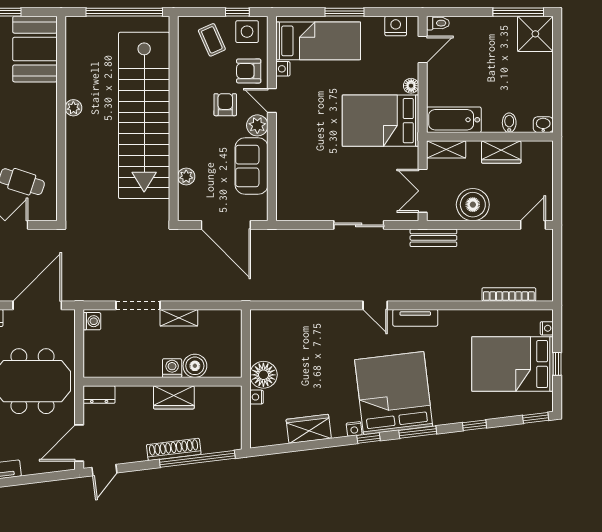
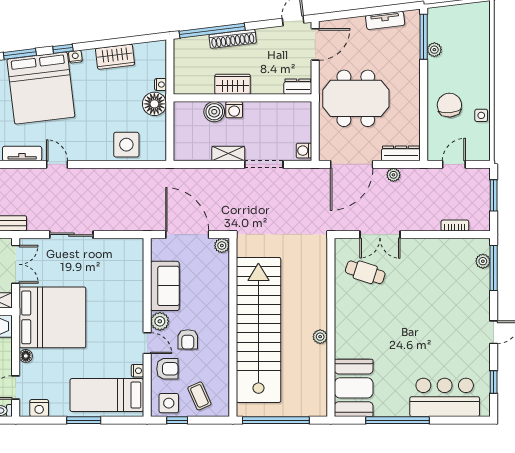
bed: (380, 121) -> (52, 317), width x1.36
plant: (186, 177) -> (222, 246), moved
side table: (296, 328) -> (126, 145), added

